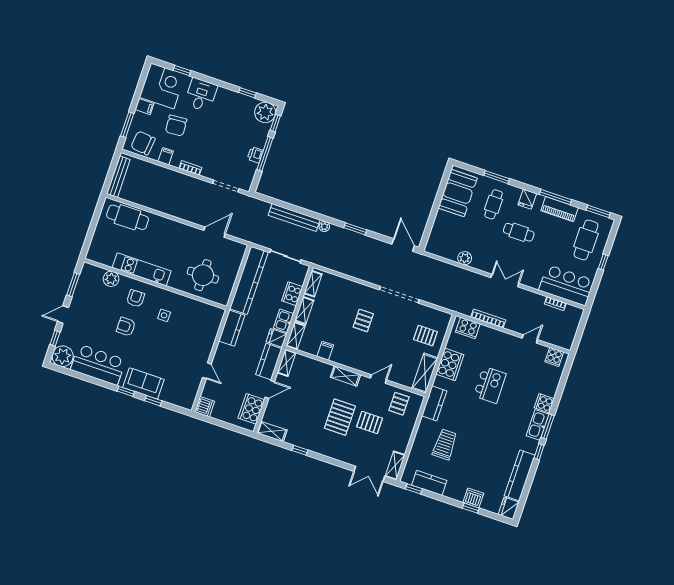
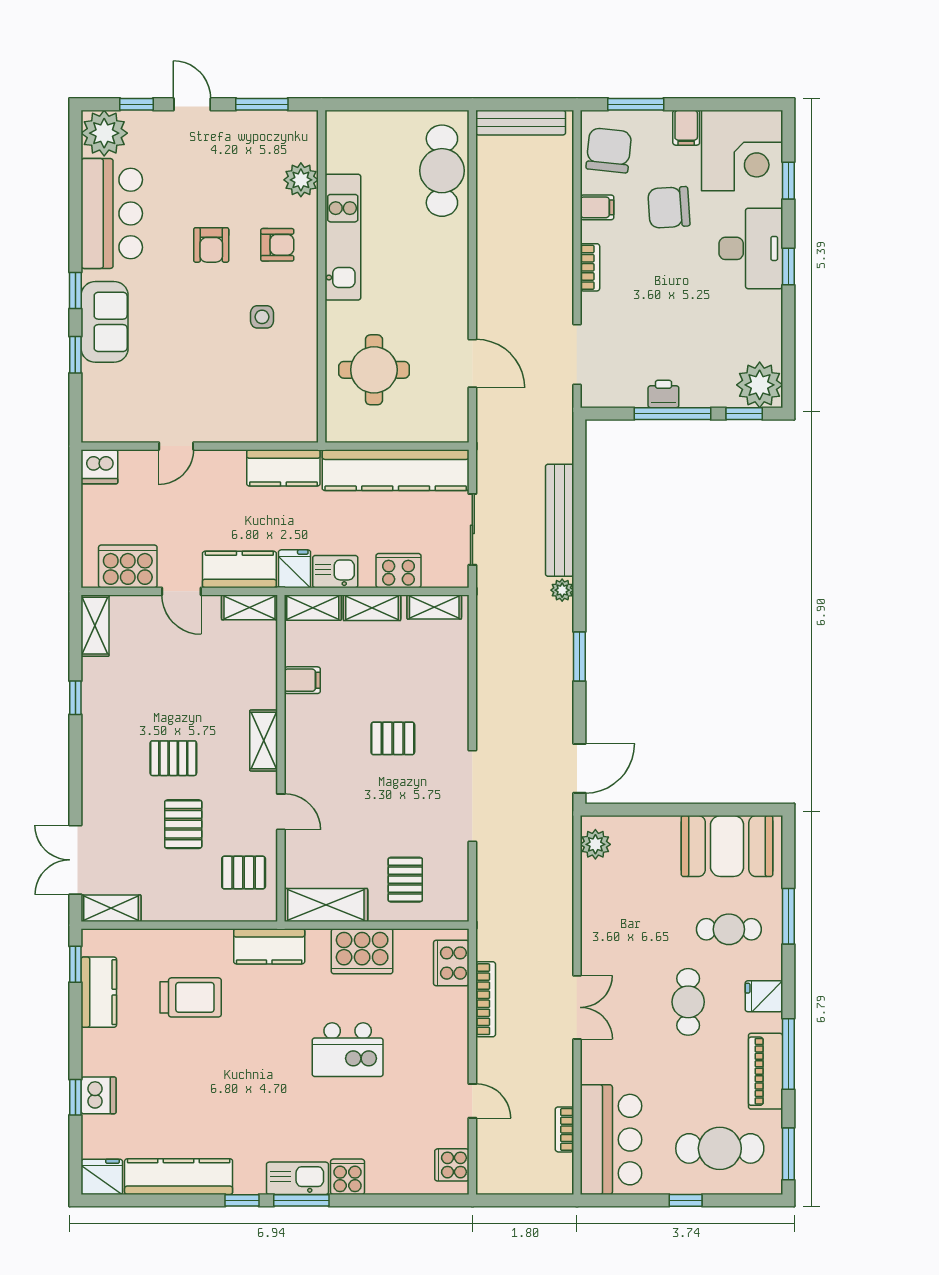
window: (247, 93) -> (788, 266), moved
desk: (201, 95) -> (751, 248), width x1.37
plant: (465, 258) -> (595, 844), moved
armchair: (126, 327) -> (211, 245), turned 180
pallet: (340, 417) -> (173, 758), width x0.67, depth x0.71

